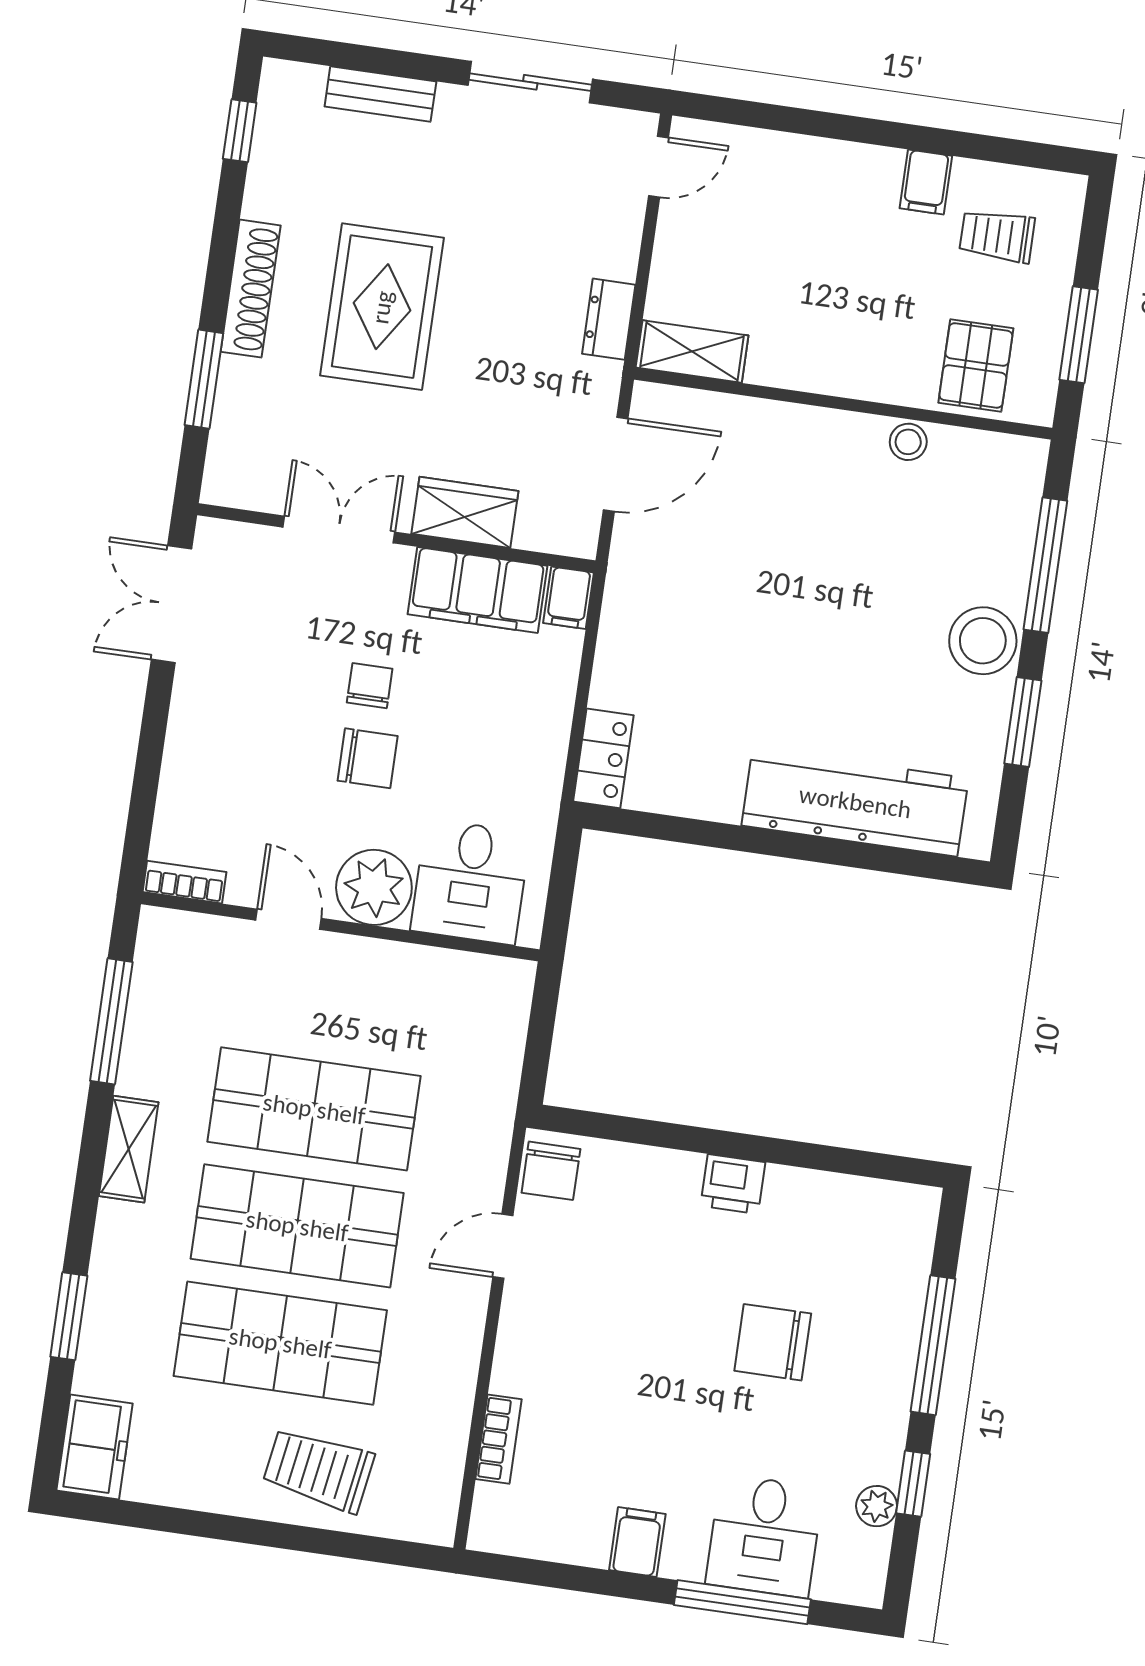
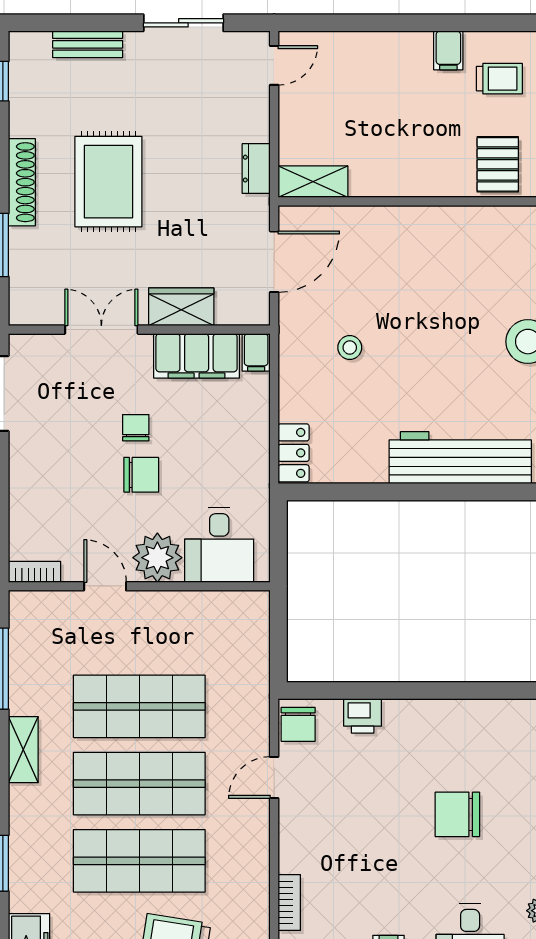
trolley: (997, 236) -> (499, 79), turned 180
stool: (908, 442) -> (350, 347), moved
printer: (733, 1184) -> (363, 716), moved

